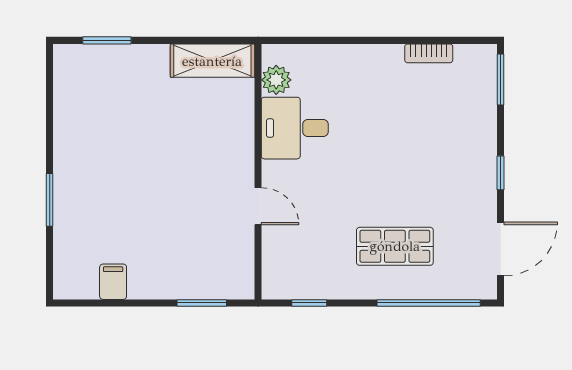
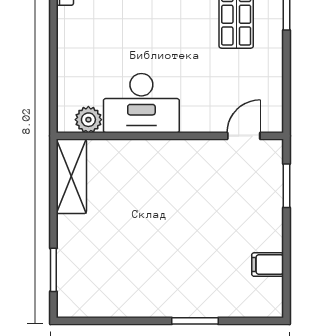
desk: (295, 128) -> (141, 103), width x1.37
door: (258, 206) -> (244, 136), moved
window: (309, 303) -> (286, 90), removed

